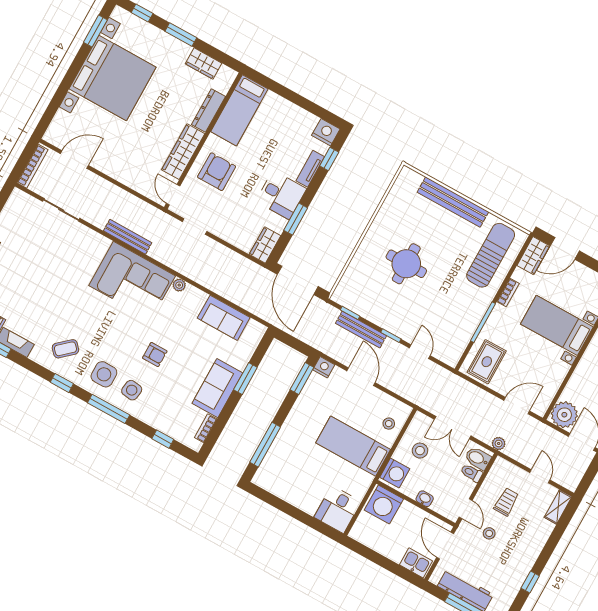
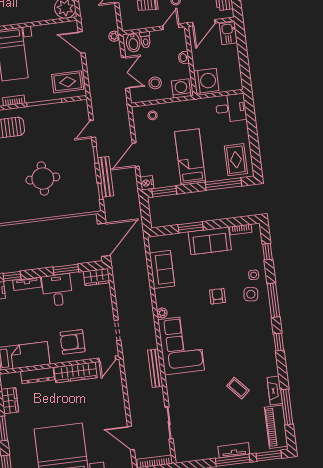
coffee table: (65, 349) -> (238, 388), moved
side table: (104, 374) -> (254, 275), moved, width x0.54, depth x0.54
bed: (353, 446) -> (190, 157), moved, turned 180
rug: (281, 476) -> (236, 160), added

